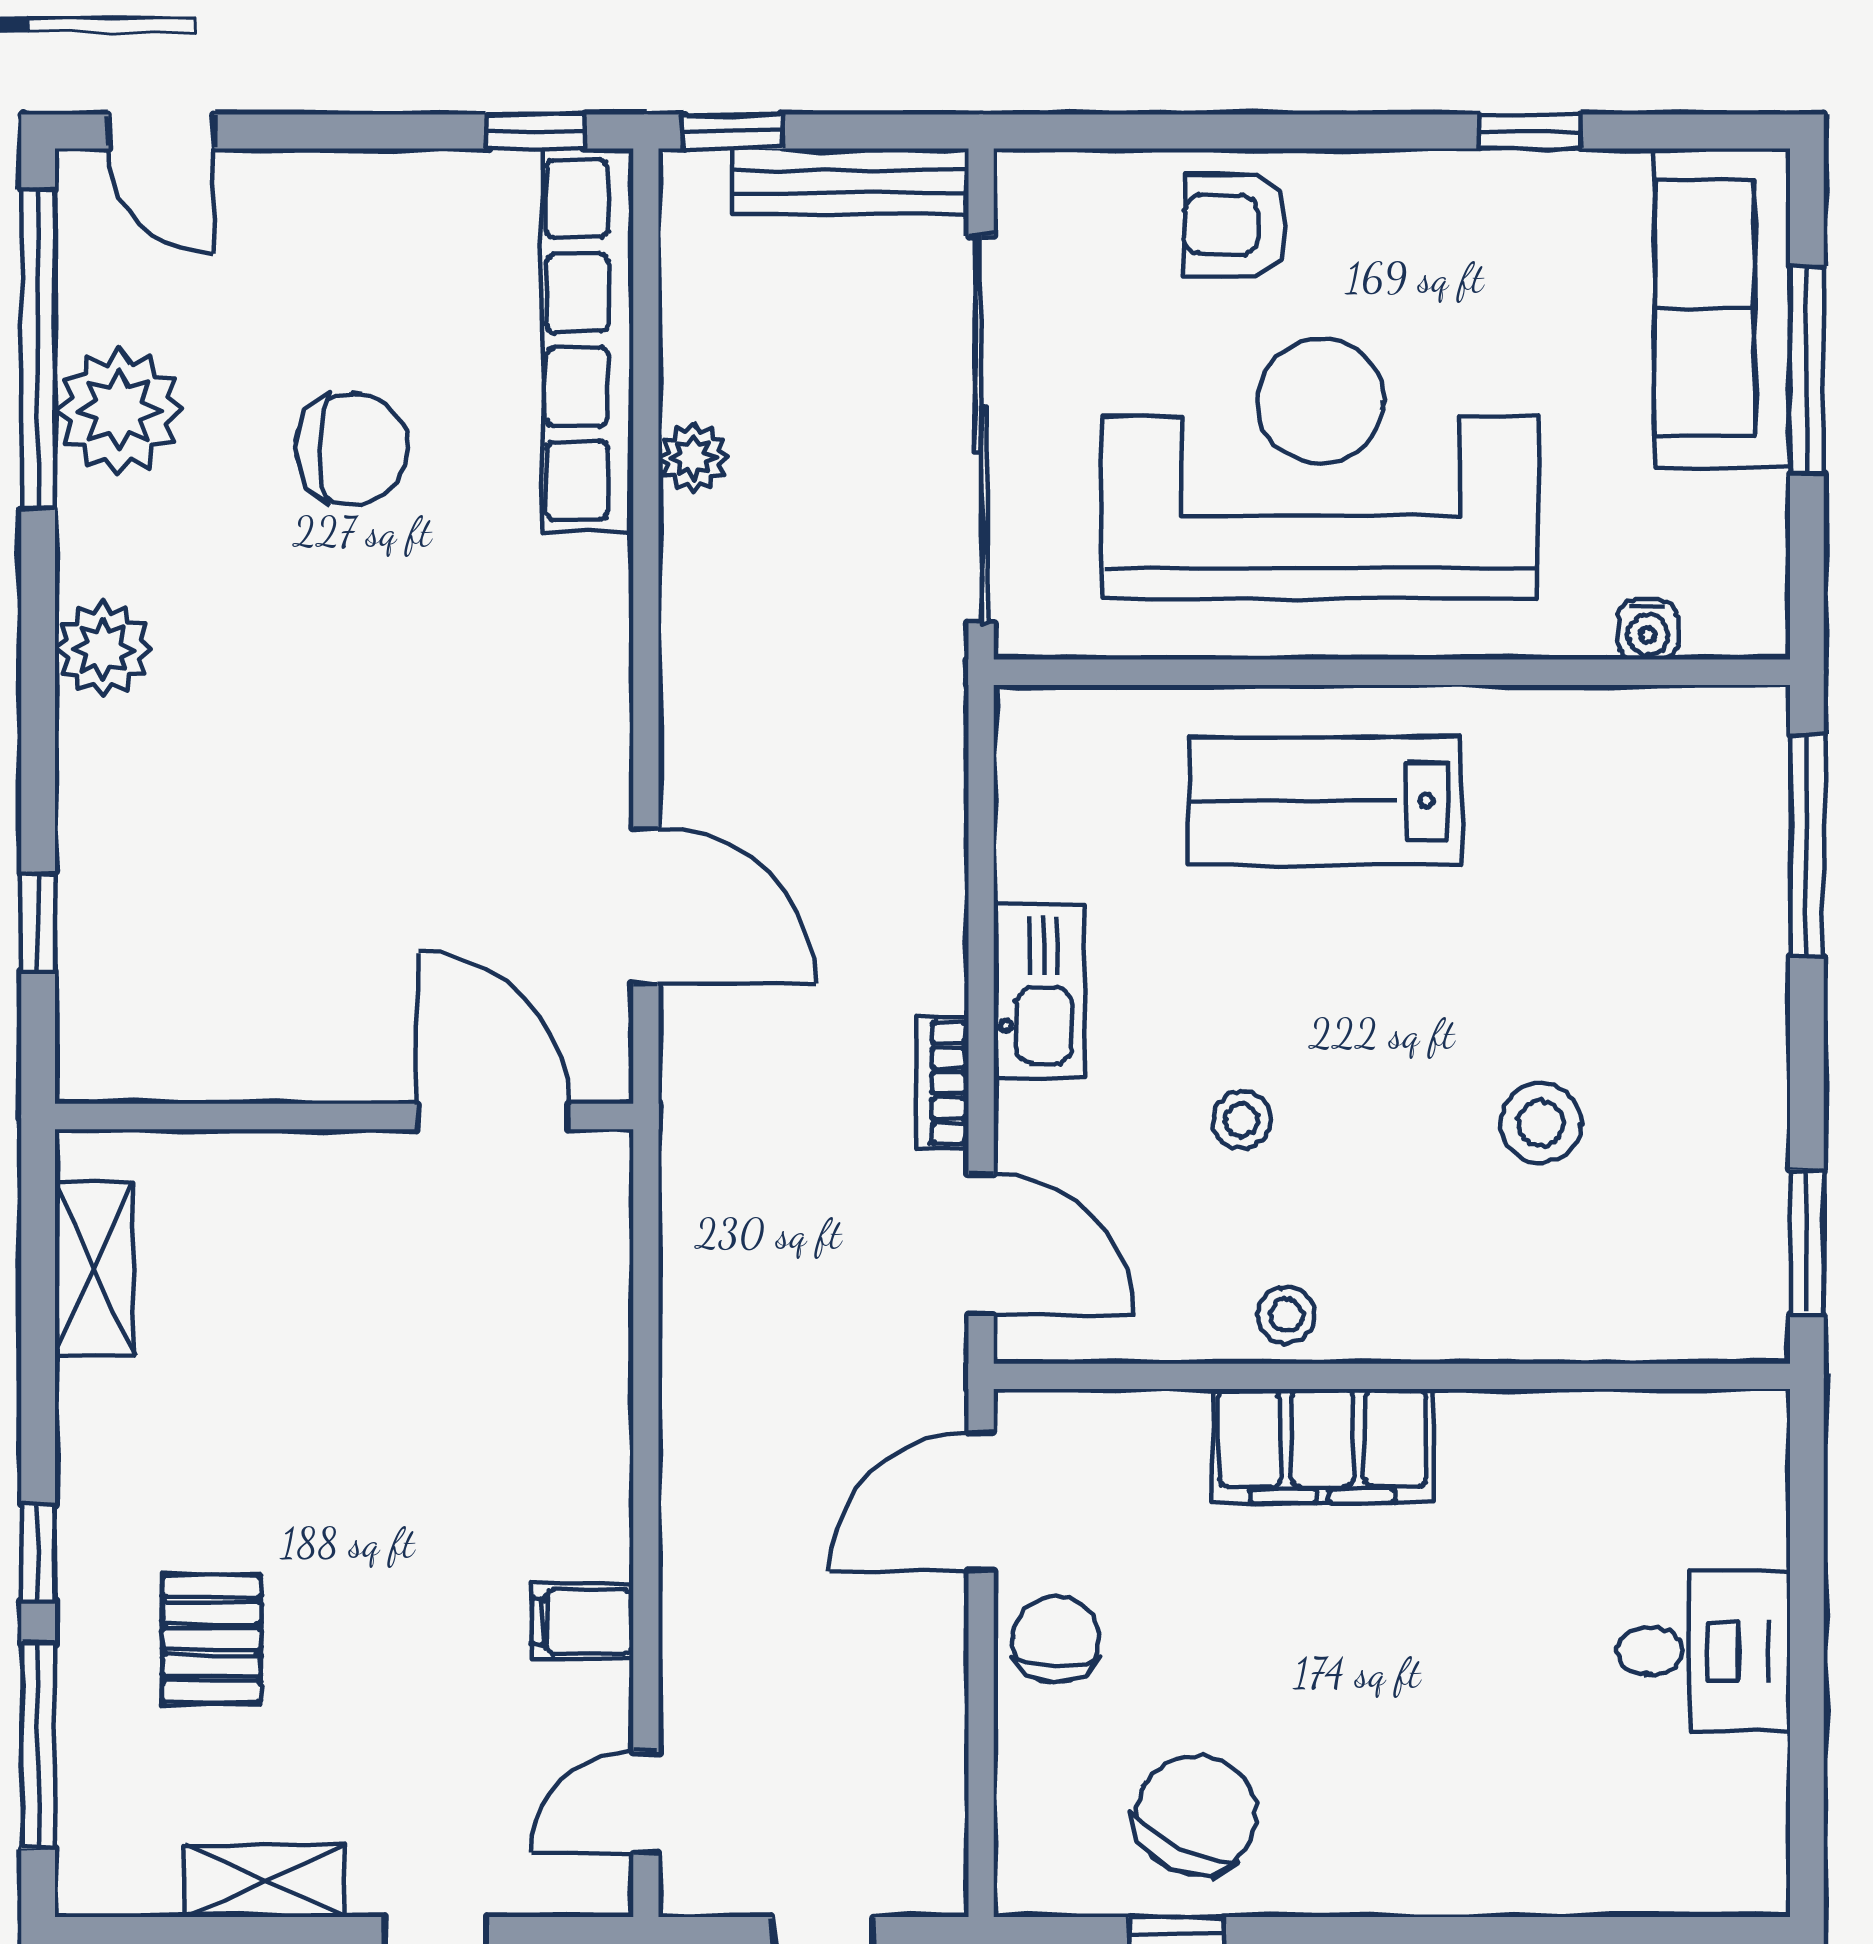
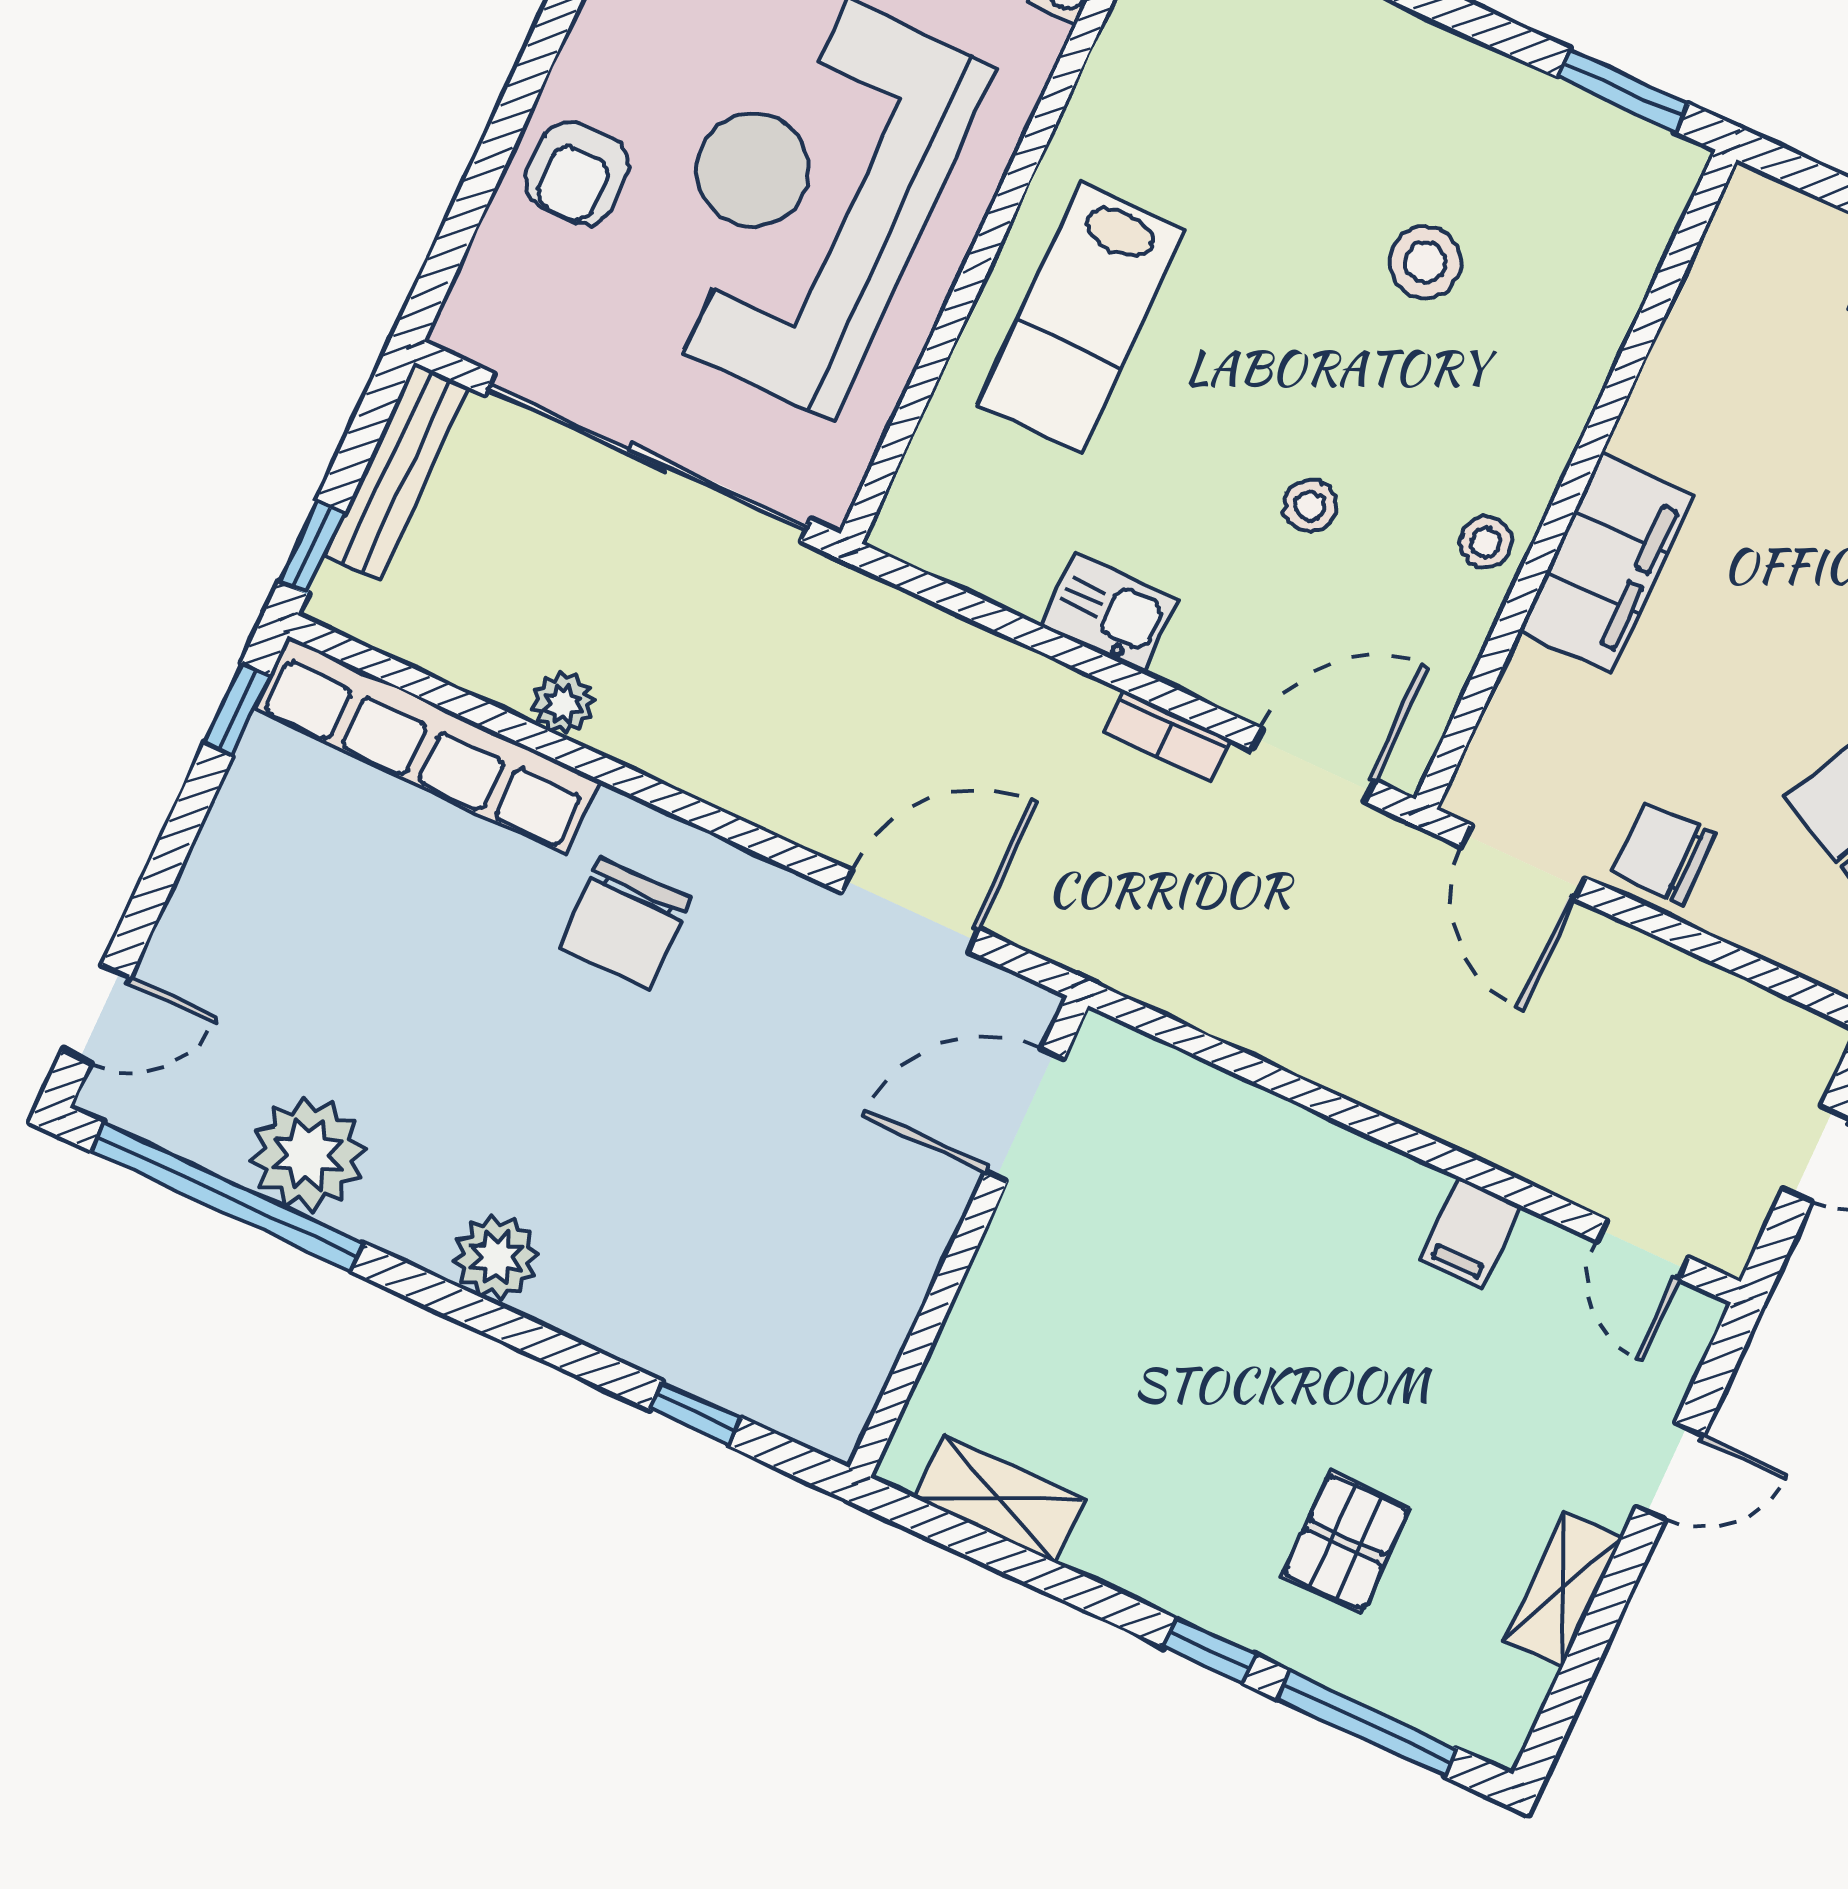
chair: (352, 449) -> (625, 923), moved, turned 180
kitchen sink: (1039, 991) -> (1110, 613), width x0.73
pallet: (212, 1639) -> (1346, 1542), turned 90

